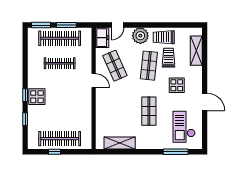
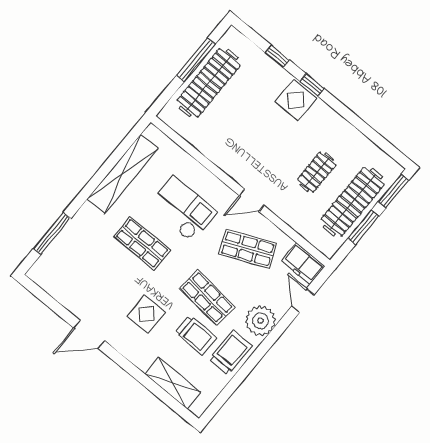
clothes rail: (60, 63) -> (317, 172), width x0.73
checkout: (184, 127) -> (183, 209), moved
shelving: (120, 143) -> (123, 174), width x1.47
window: (55, 152) -> (196, 60), width x2.17

